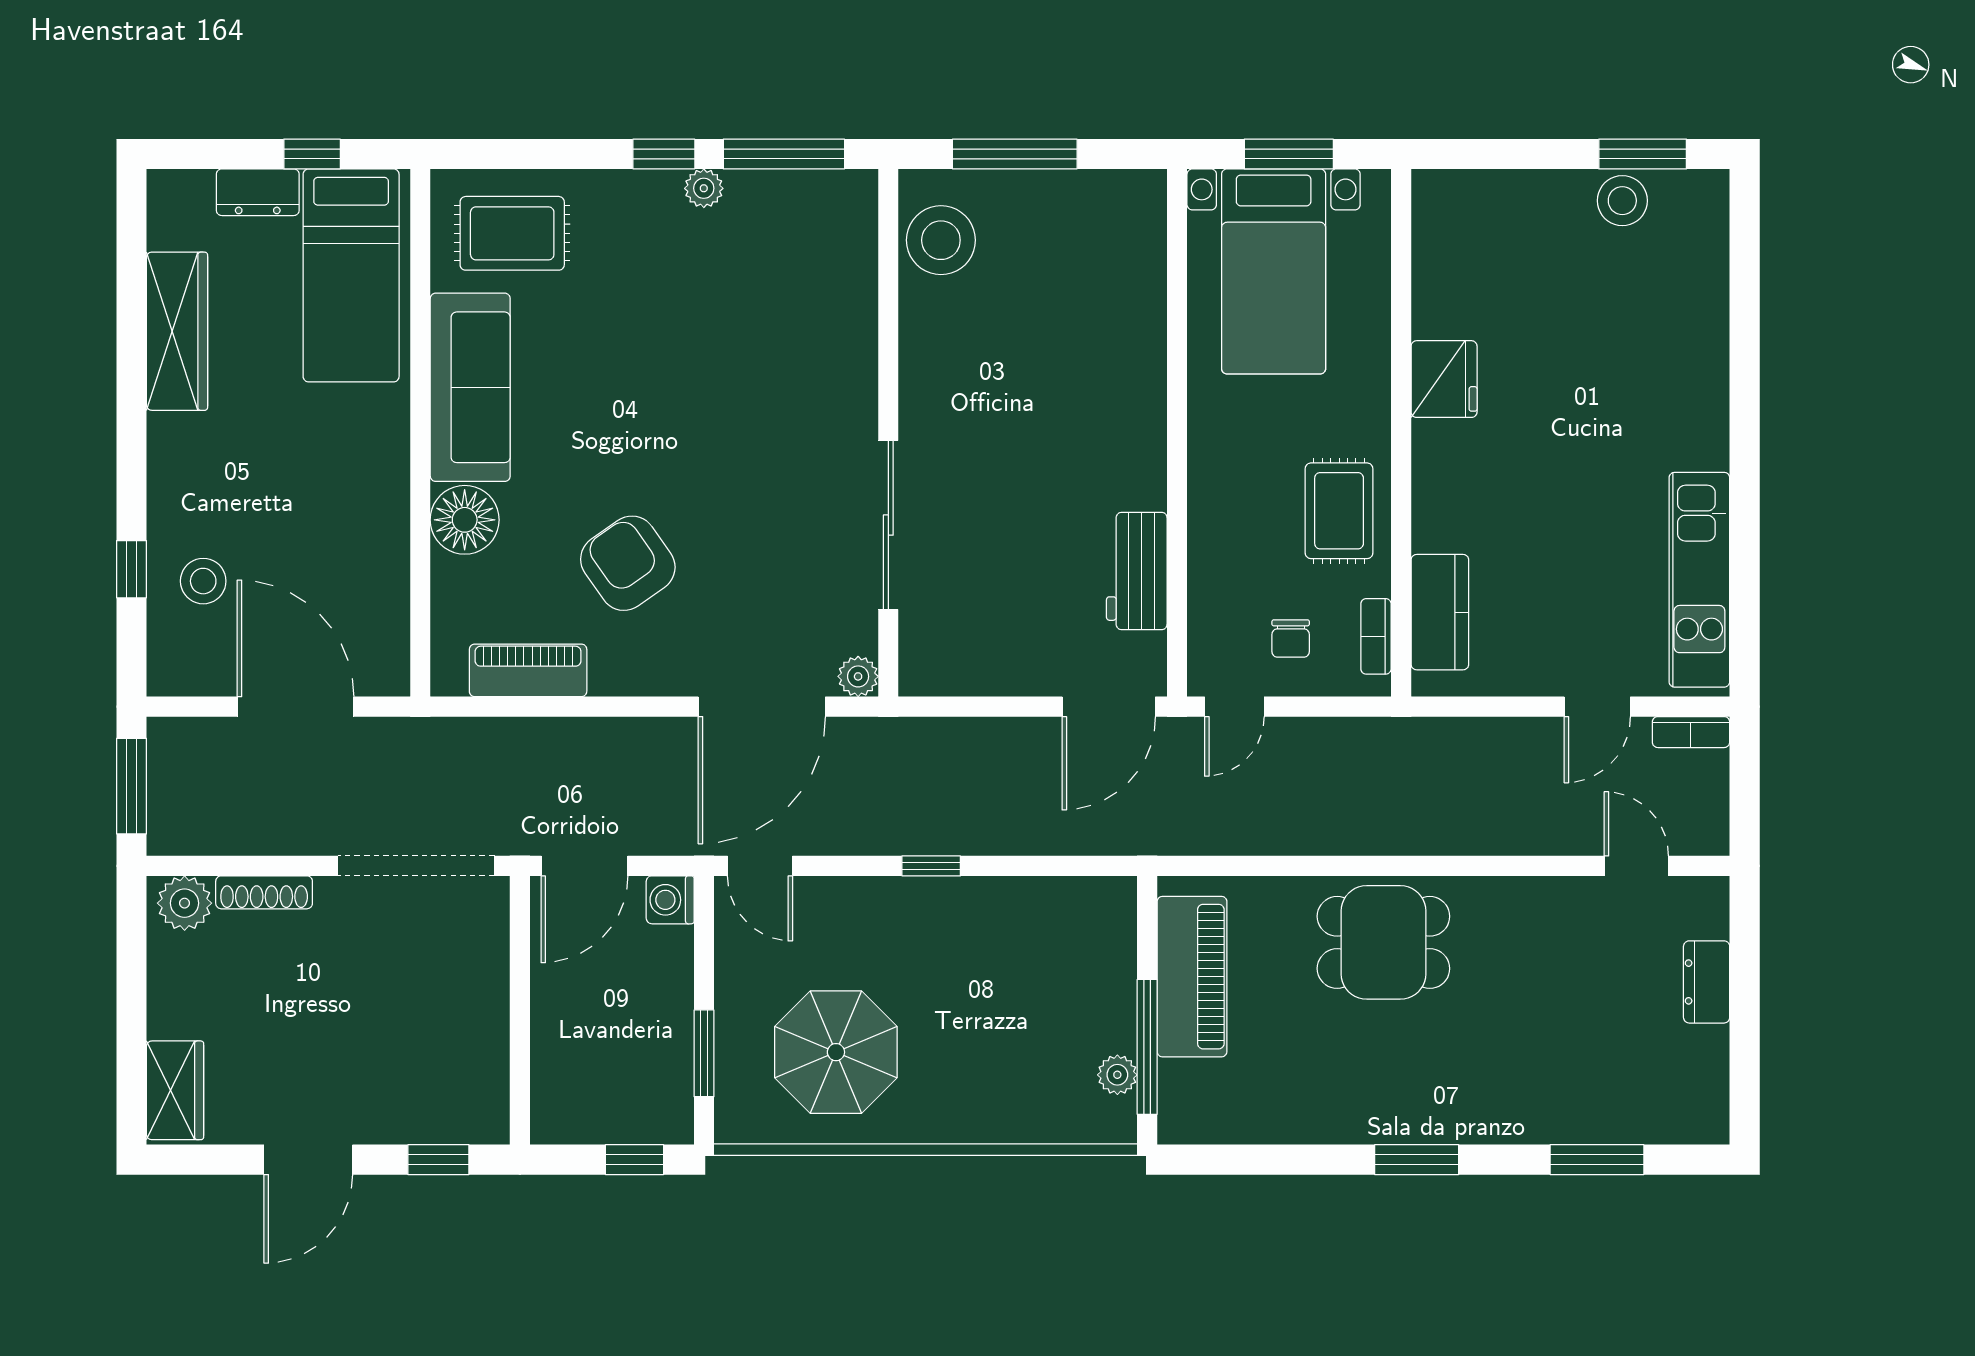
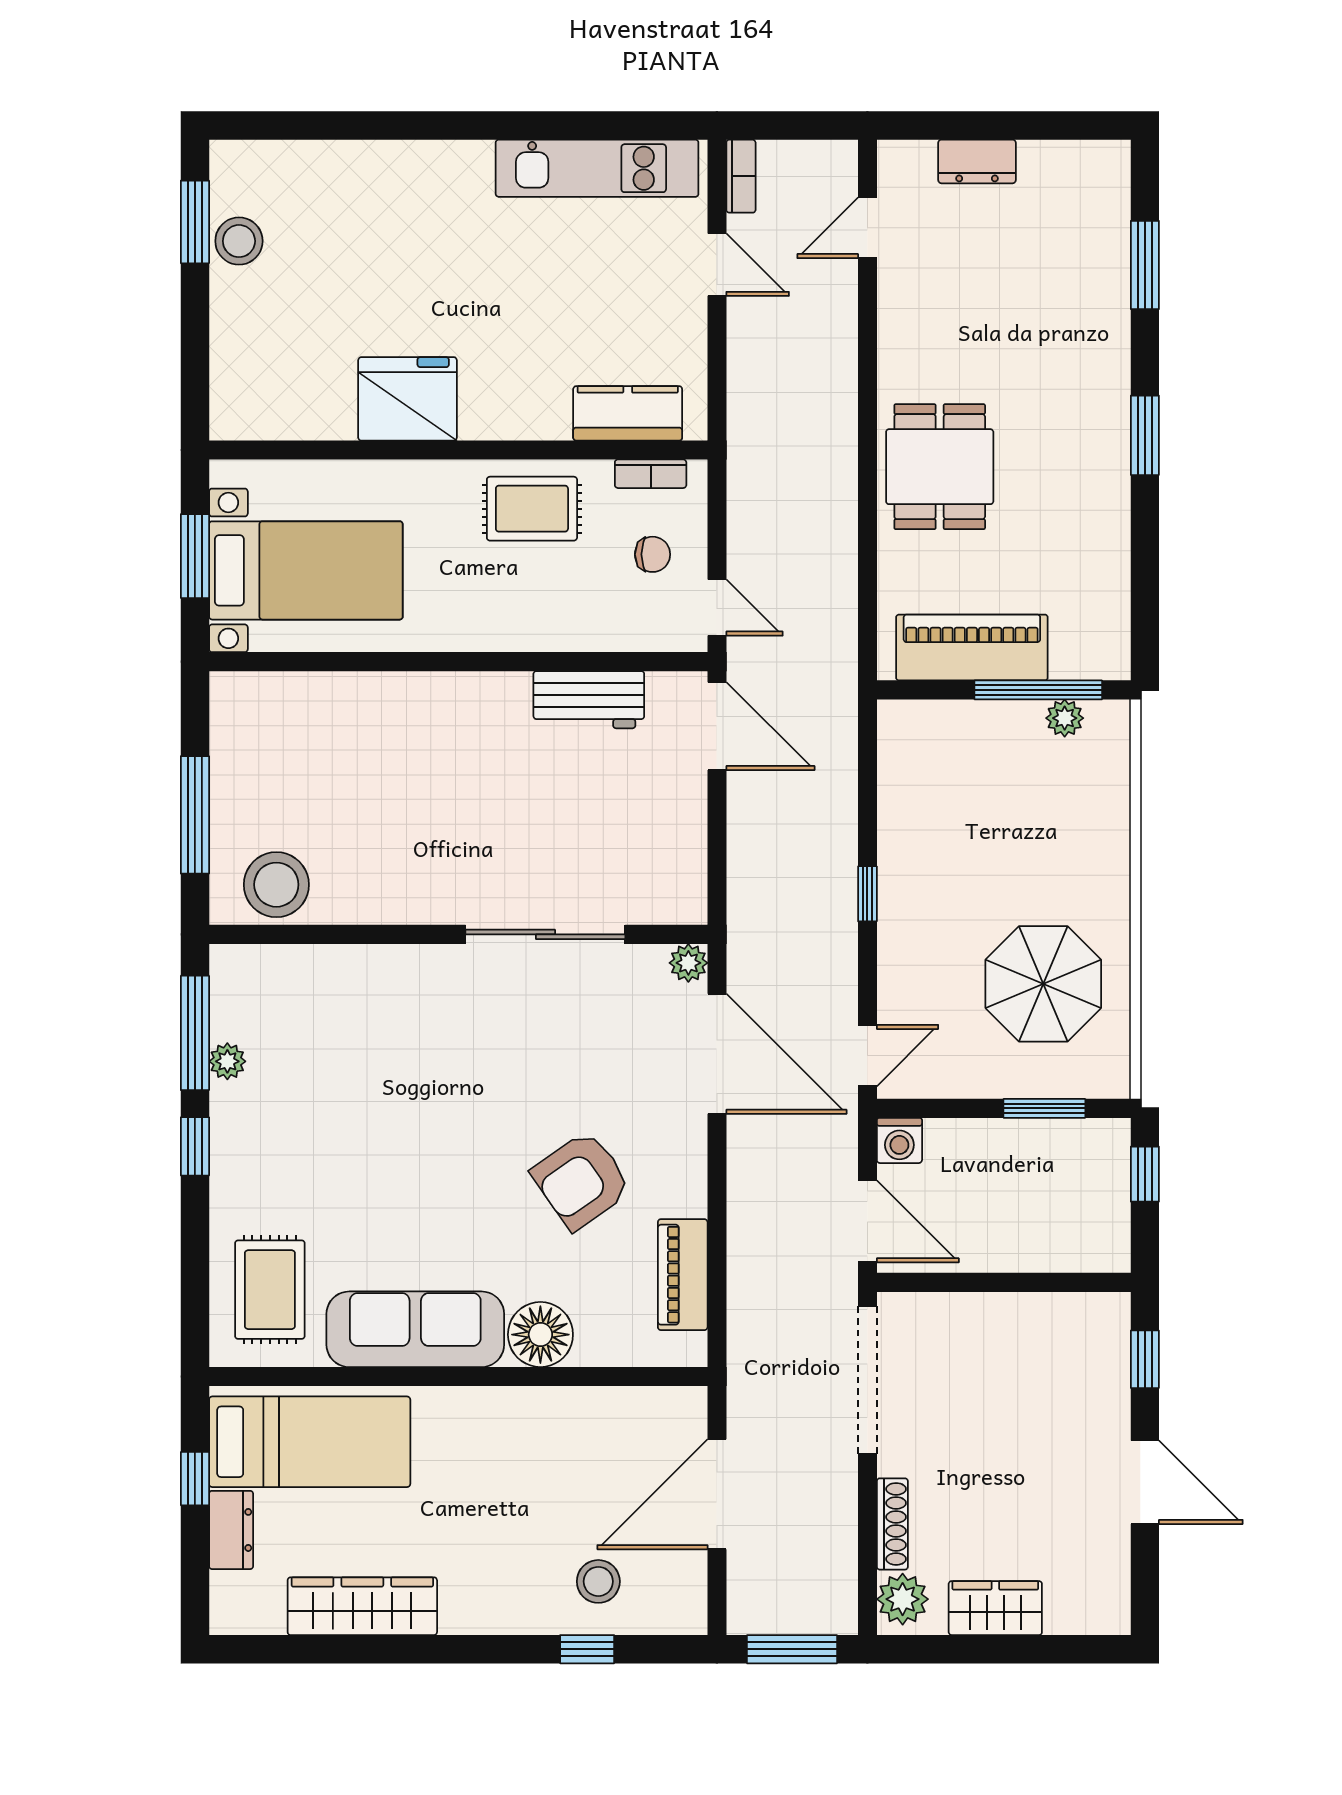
plant: (704, 188) -> (227, 1061), moved
fridge: (1444, 379) -> (408, 399), width x1.36, depth x1.34
wardrobe: (175, 1090) -> (995, 1608), moved

